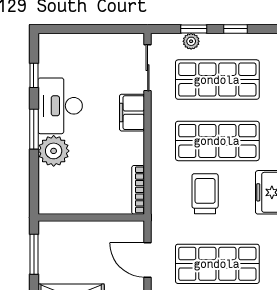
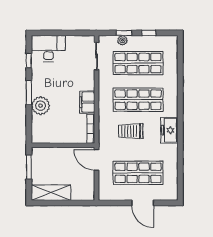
desk: (60, 106) -> (48, 49), moved, turned 90
filing cabinet: (132, 113) -> (87, 102), moved
trolley: (205, 194) -> (131, 131), turned -90
door: (148, 260) -> (96, 160), moved

